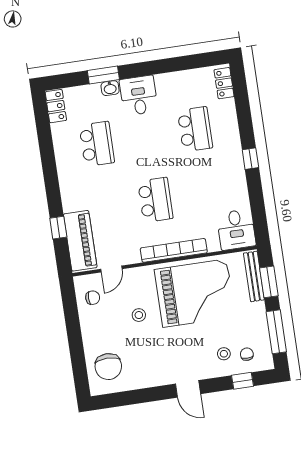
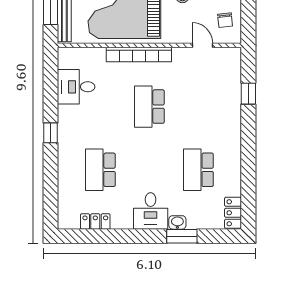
locker: (224, 83) -> (95, 221), moved, turned -90
desk: (236, 230) -> (76, 87), moved, turned -90
piano: (80, 241) -> (229, 78), removed
door: (111, 269) -> (202, 45), hinge flipped
chair: (93, 298) -> (225, 20), turned -96

